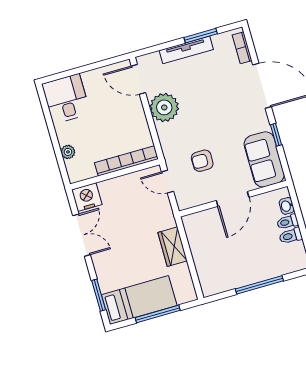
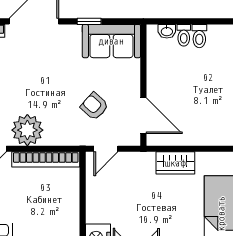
bookcase: (126, 161) -> (46, 159), moved, turned -90
armchair: (202, 161) -> (94, 106), turned 132
door: (233, 199) -> (143, 116), moved

